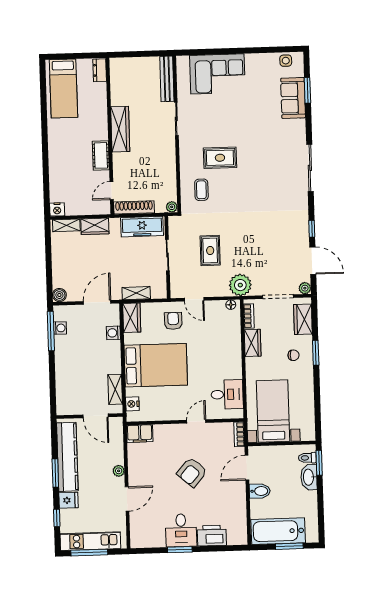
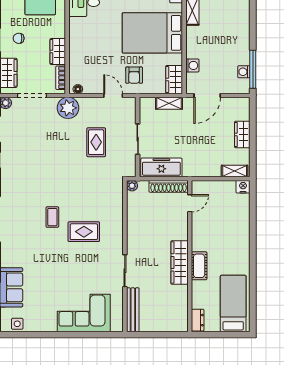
cot: (101, 155) -> (199, 266), moved
coffee table: (201, 190) -> (52, 217), moved
wardrobe: (95, 226) -> (242, 135), moved, turned -90
boiler: (59, 295) -> (243, 104), removed

